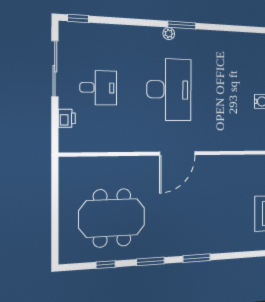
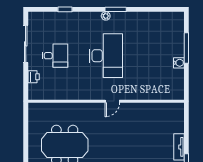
window: (78, 18) -> (65, 9), moved
door: (177, 153) -> (112, 101), width x0.53

